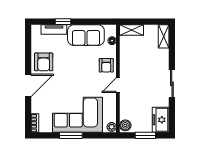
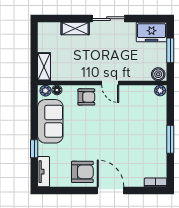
tv unit: (54, 29) -> (44, 172), moved
plant: (112, 31) -> (46, 91), added
shelving: (164, 36) -> (75, 28), moved
corner sofa: (77, 115) -> (146, 131), removed

